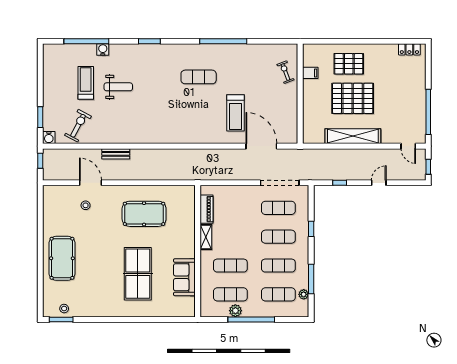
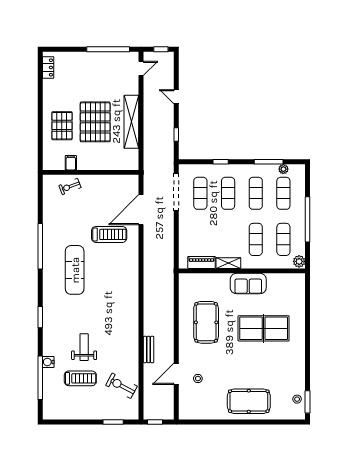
exercise mat: (199, 77) -> (75, 270), width x1.36, depth x1.45
treadmill: (86, 83) -> (80, 378), turned 180
water cooler: (49, 138) -> (133, 414), removed
sofa: (184, 277) -> (248, 284), moved
plant: (235, 311) -> (299, 261), moved

